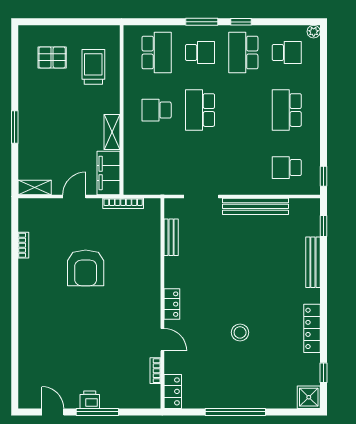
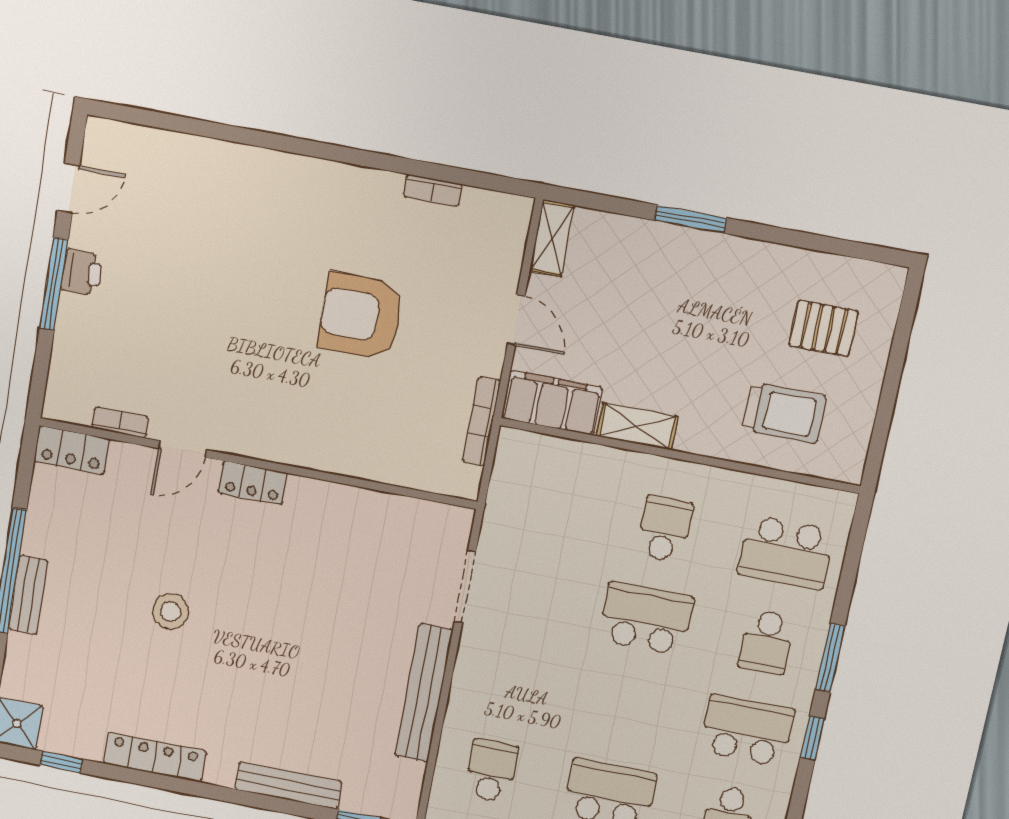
pallet: (52, 57) -> (823, 328), turned 90
bench: (171, 237) -> (28, 595), moved, turned 90

